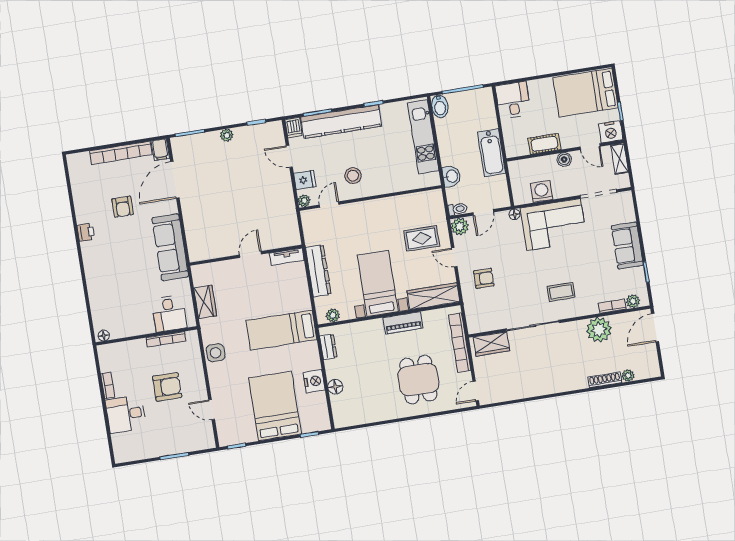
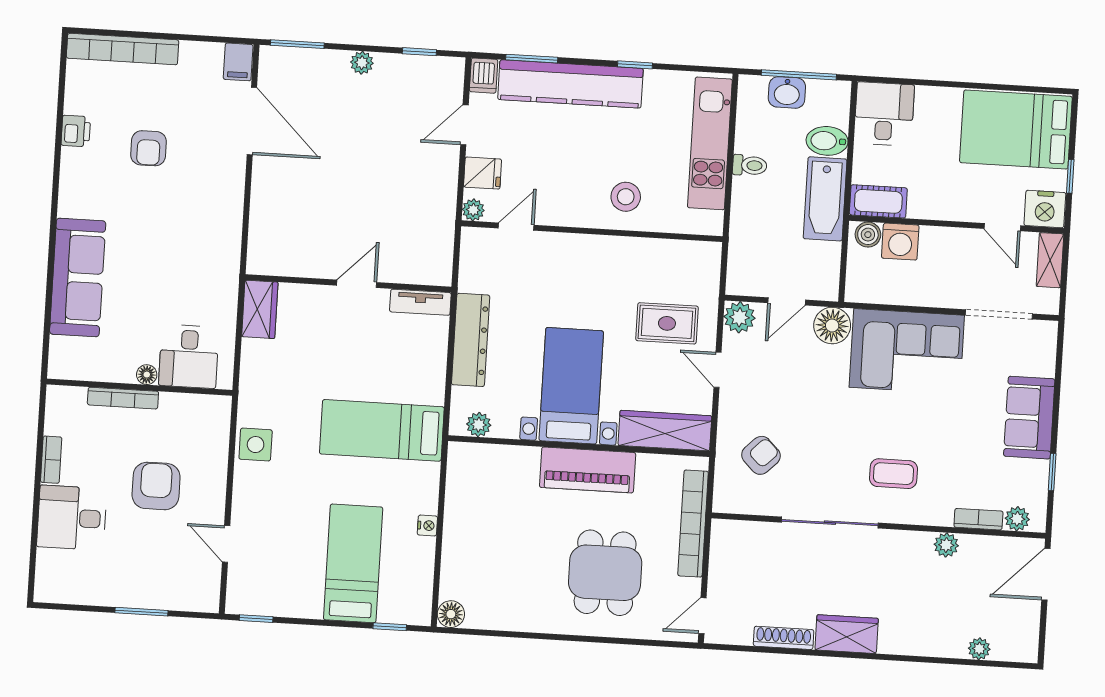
bidet: (440, 106) -> (827, 141), moved, turned 90
cot: (544, 144) -> (878, 201), moved
bookcase: (121, 153) -> (123, 49), moved
door: (289, 156) -> (464, 125), hinge flipped
boiler: (564, 159) -> (868, 235), moved
stool: (353, 176) -> (626, 197), moved
washbasin: (451, 176) -> (787, 92), moved, turned 90
door: (175, 180) -> (252, 121), swing flipped
washing machine: (542, 191) -> (900, 242), moved, turned 180
toilet: (458, 209) -> (750, 165), moved
floor lamp: (514, 214) -> (832, 326), width x1.89, depth x1.89
printer: (86, 232) -> (76, 131), moved
sofa: (170, 247) -> (78, 278), moved, turned 180
armchair: (484, 278) -> (761, 455), moved, turned -45
wardrobe: (205, 302) -> (260, 309), moved
piano: (403, 323) -> (588, 470), width x1.37, depth x1.33
plant: (599, 330) -> (946, 545), width x0.53, depth x0.53
floor lamp: (104, 336) -> (147, 375), moved
bookcase: (166, 339) -> (123, 398), moved
wardrobe: (491, 344) -> (847, 634), moved, turned 180
dresser: (328, 347) -> (458, 479), removed
shoe rack: (605, 380) -> (784, 638), moved
nightstand: (314, 381) -> (427, 526), width x0.53, depth x0.56
armchair: (167, 387) -> (156, 486), turned -90
floor lamp: (335, 387) -> (451, 614), moved
bed: (275, 406) -> (353, 563), width x0.67

